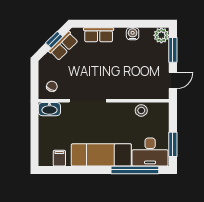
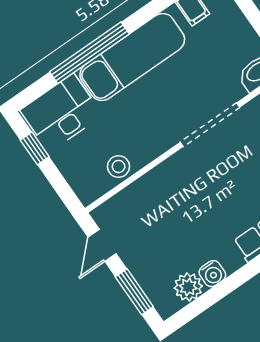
plant: (161, 35) -> (188, 287), moved
window: (173, 144) -> (35, 148), width x0.67
window: (135, 170) -> (89, 53), moved

